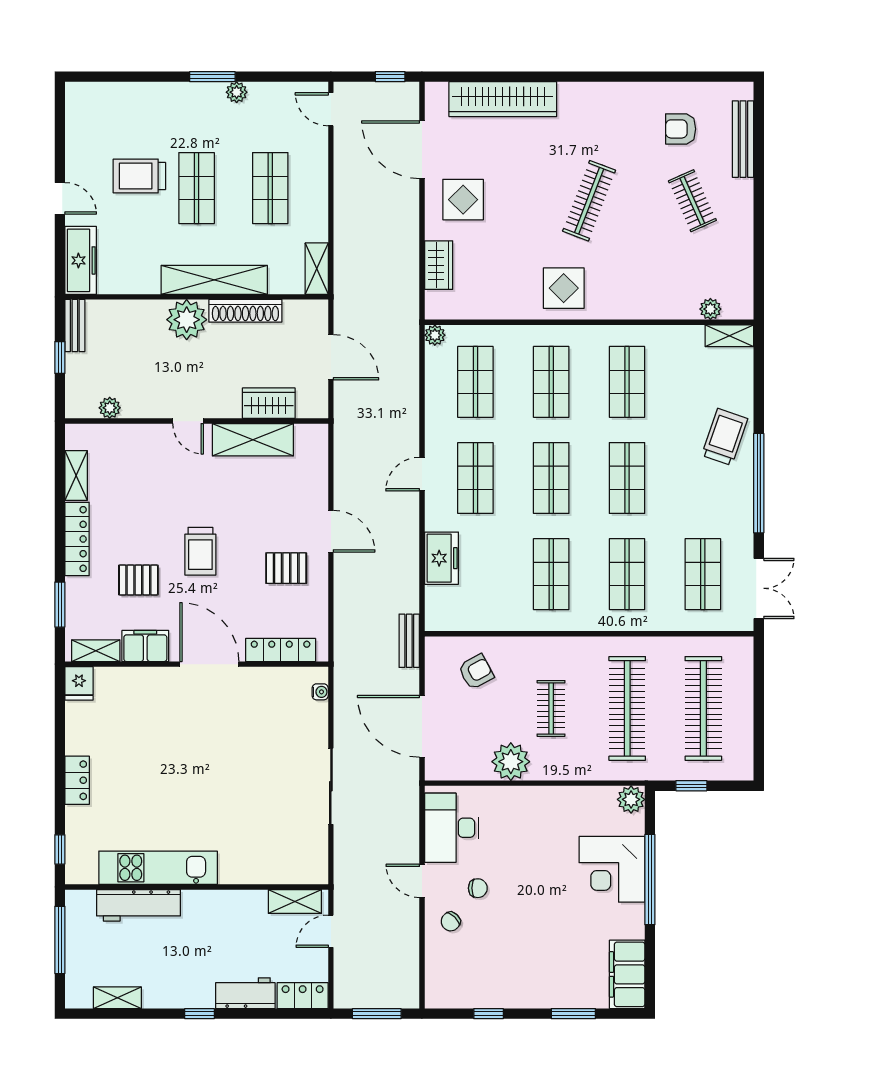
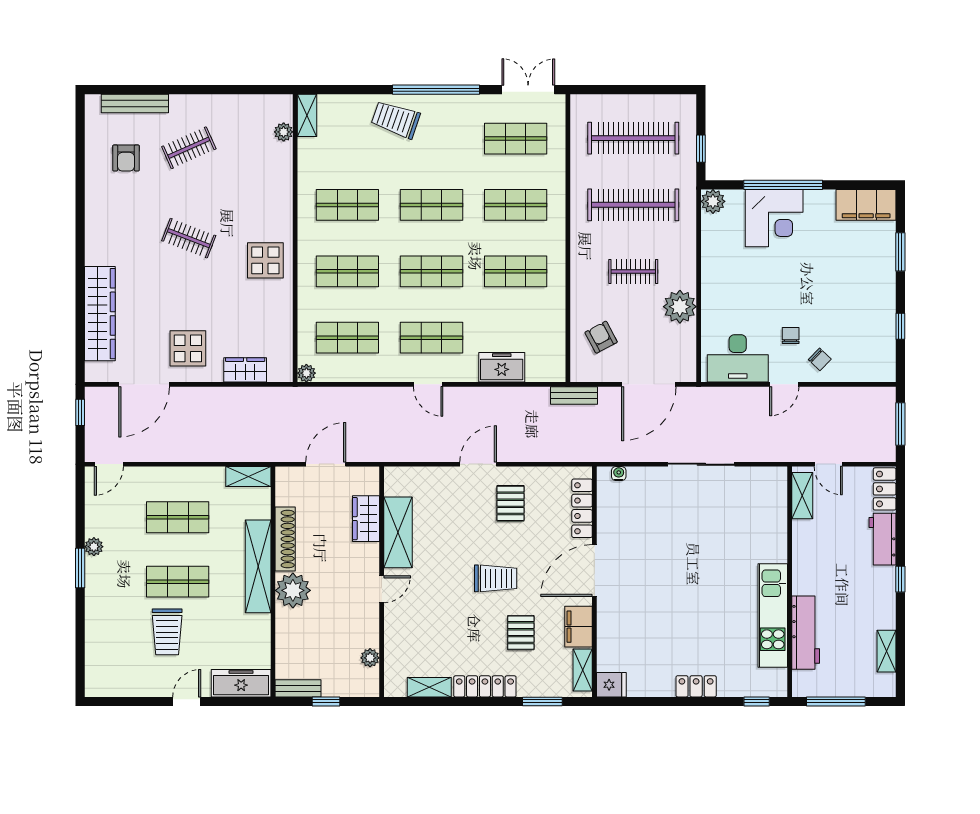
clothes rail: (589, 201) -> (189, 238), width x0.73

